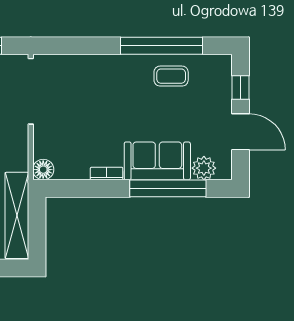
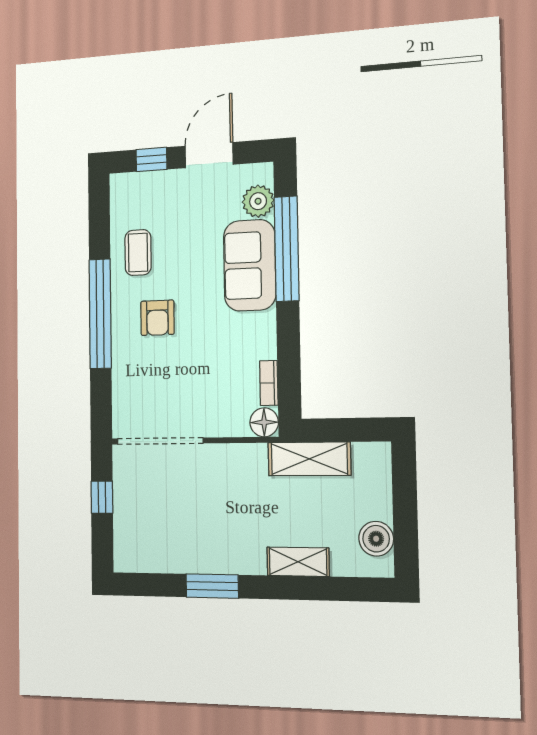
window: (162, 46) -> (100, 314), moved
armchair: (122, 91) -> (157, 318), added
bookcase: (107, 174) -> (269, 383), moved
shelving: (17, 215) -> (309, 459), width x0.68

